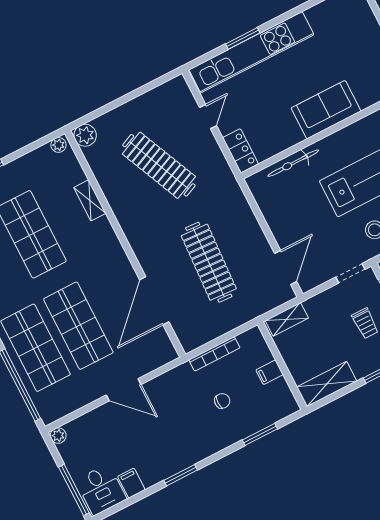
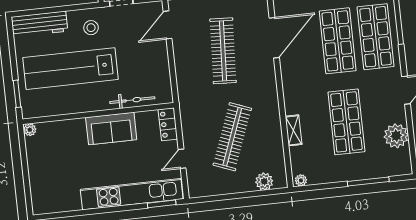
window: (243, 38) -> (162, 204), moved
sofa: (326, 110) -> (111, 128), moved
plant: (85, 135) -> (264, 181), moved
clothes rail: (159, 165) -> (232, 137), turned 45

